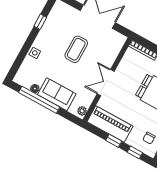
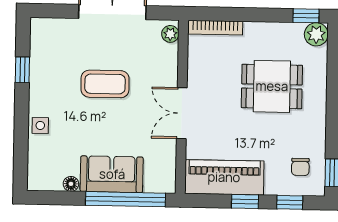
coffee table: (76, 49) -> (105, 84), turned 90
window: (39, 100) -> (126, 199), moved
plant: (82, 111) -> (170, 34), moved

